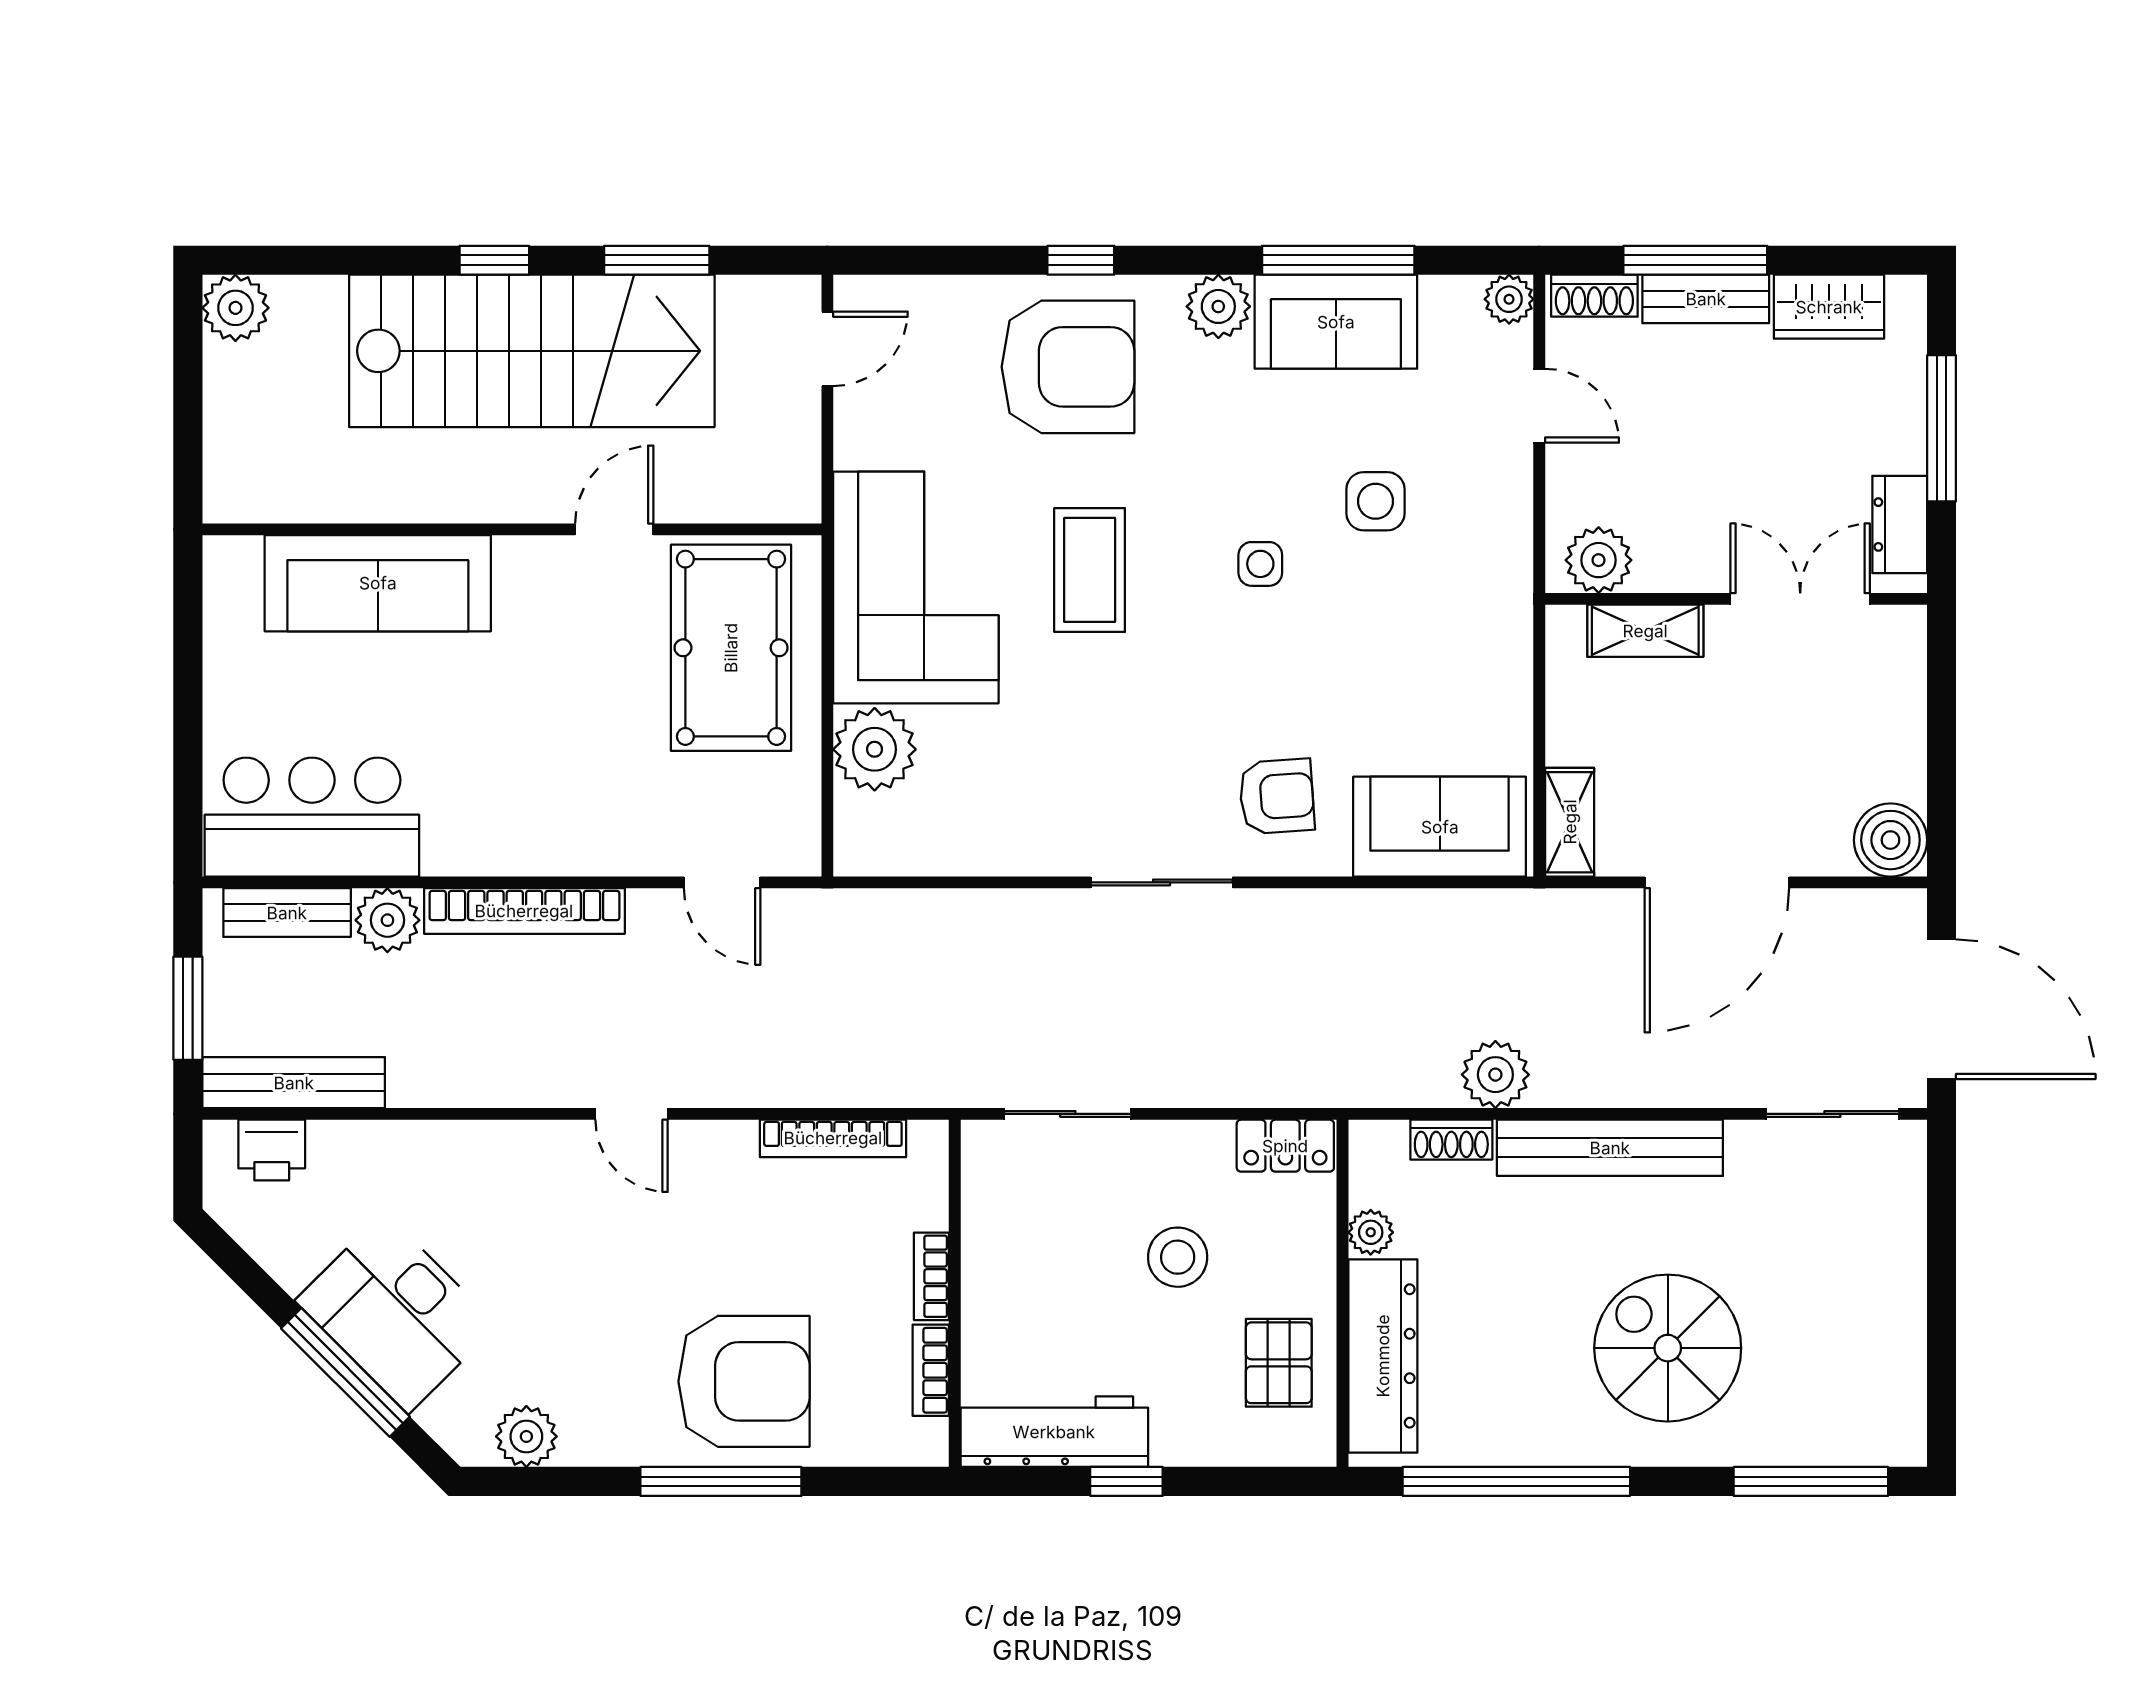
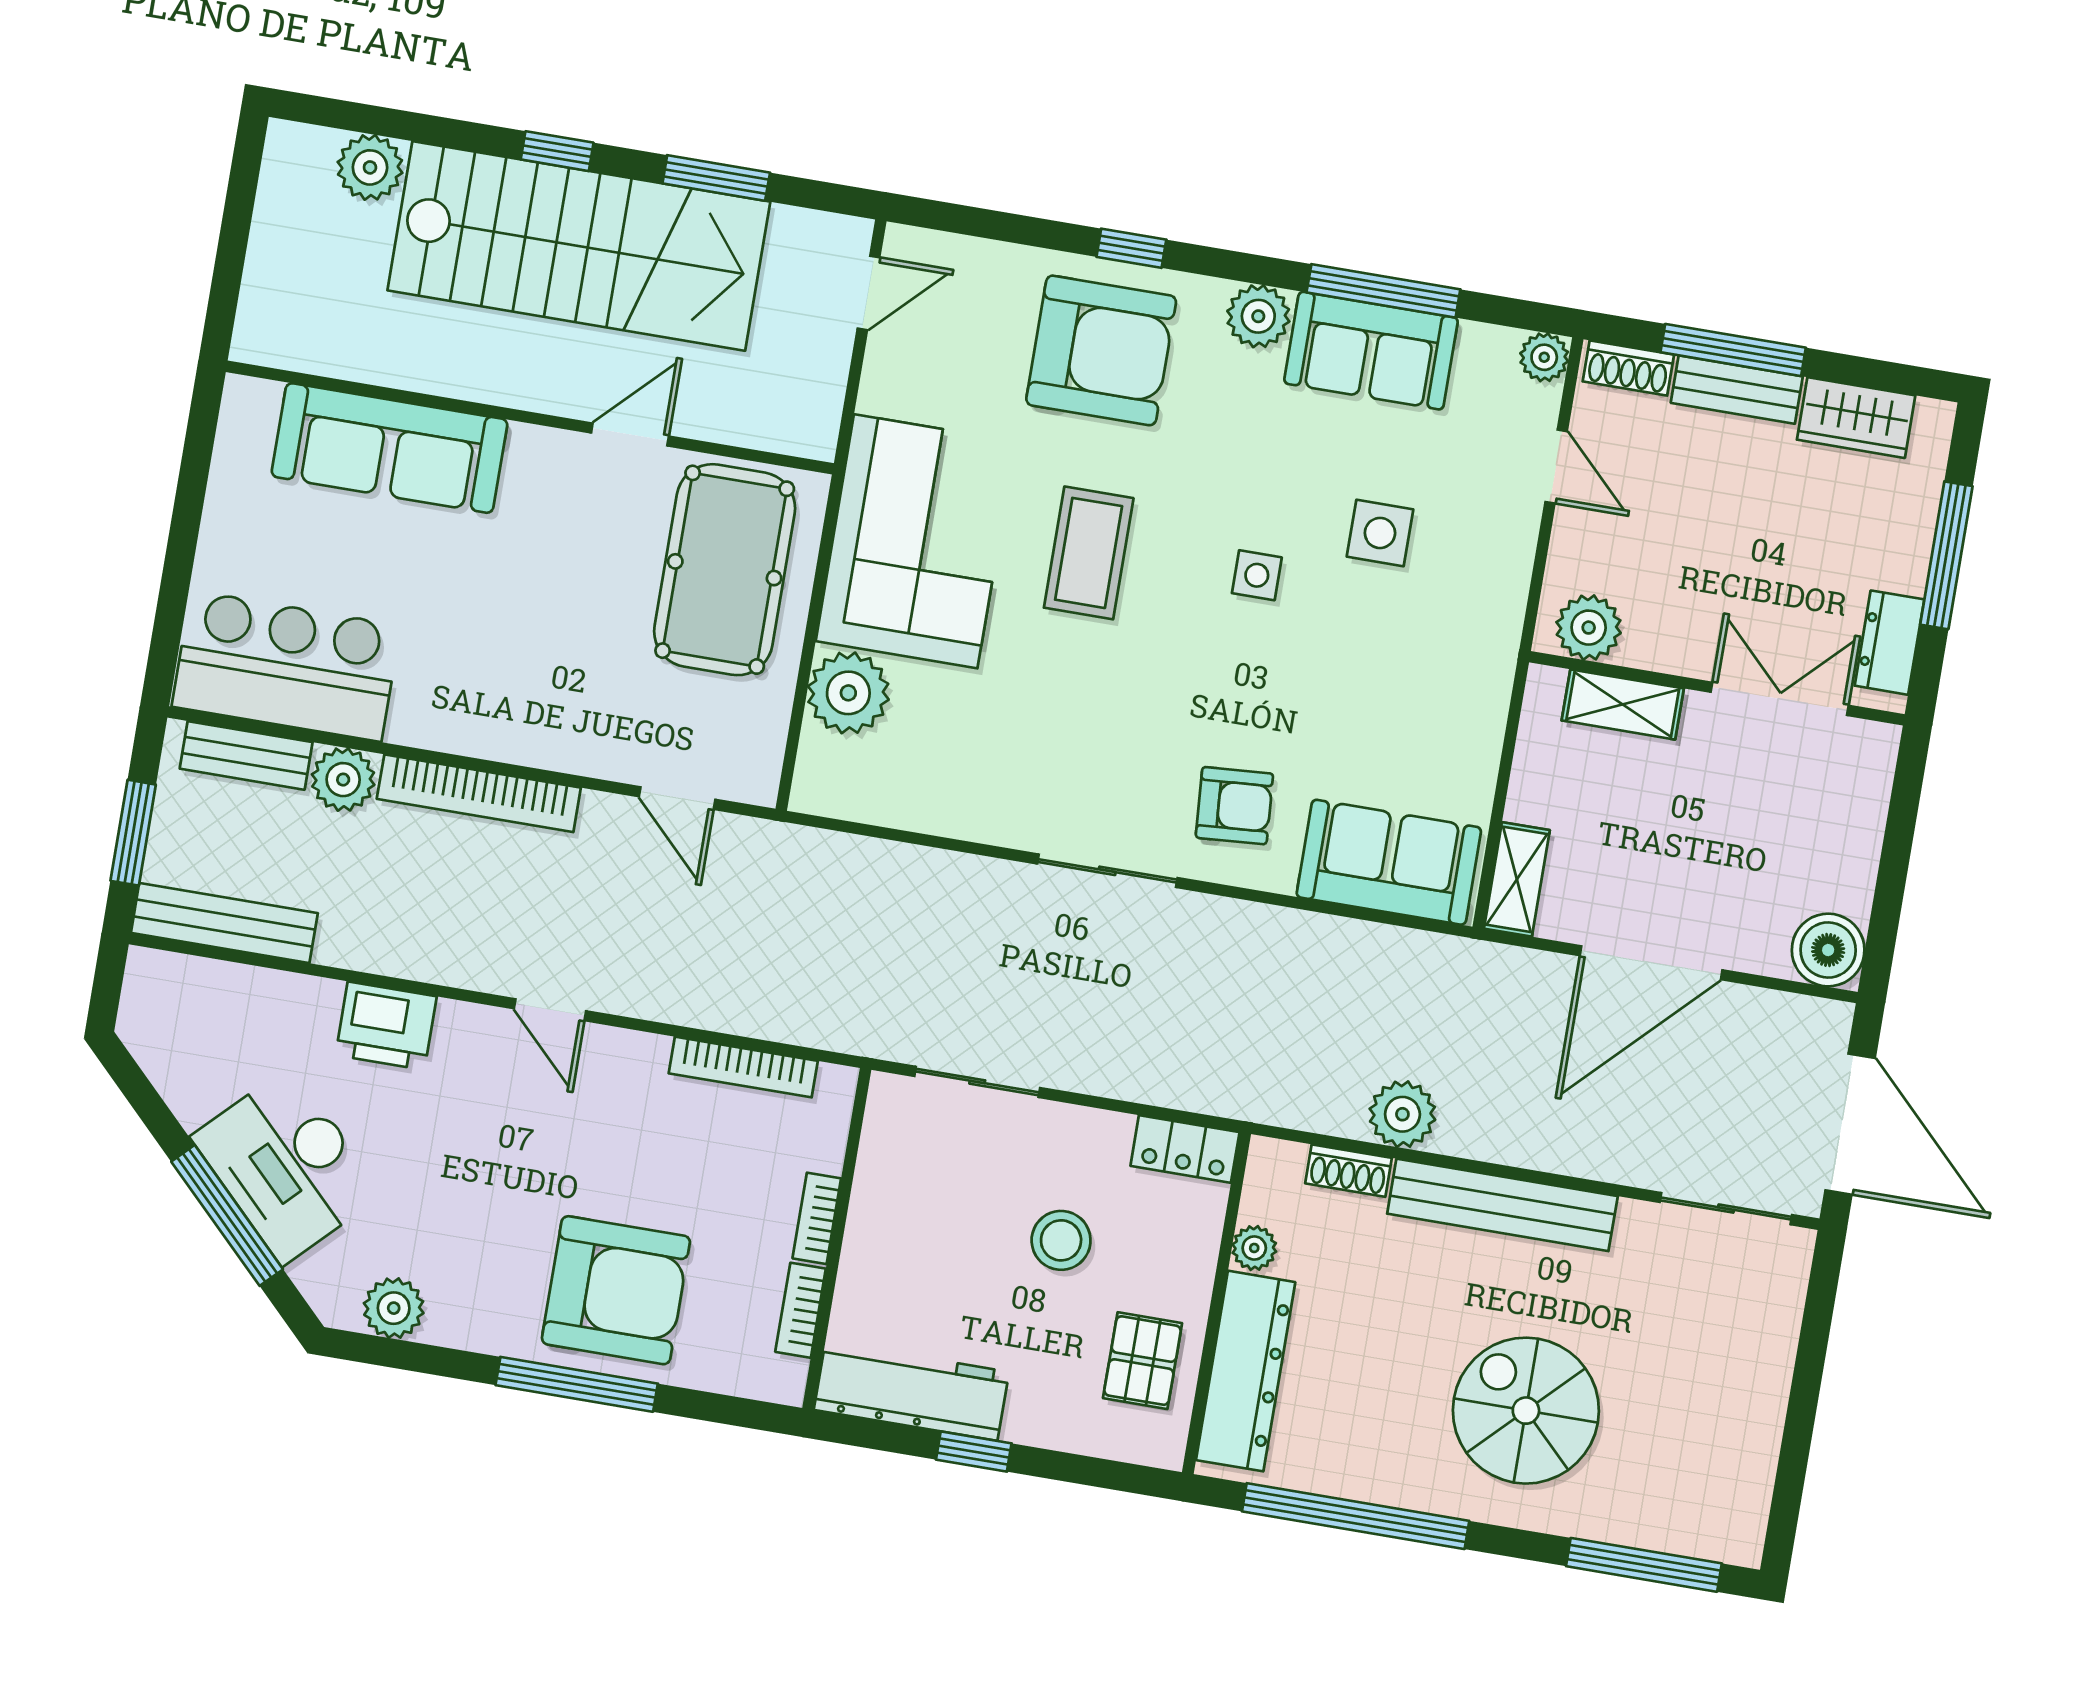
plant: (235, 308) -> (370, 167), moved
printer: (272, 1150) -> (386, 1026), moved, width x1.36, depth x1.24

